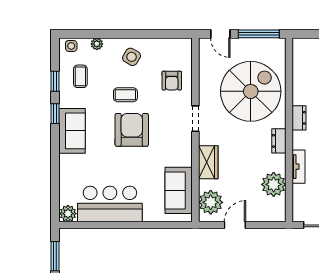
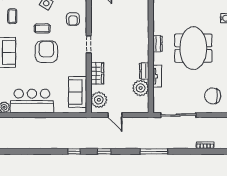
spiral stairs: (251, 91) -> (125, 26), removed
dresser: (279, 141) -> (144, 71), moved
door: (235, 225) -> (115, 115), swing flipped

